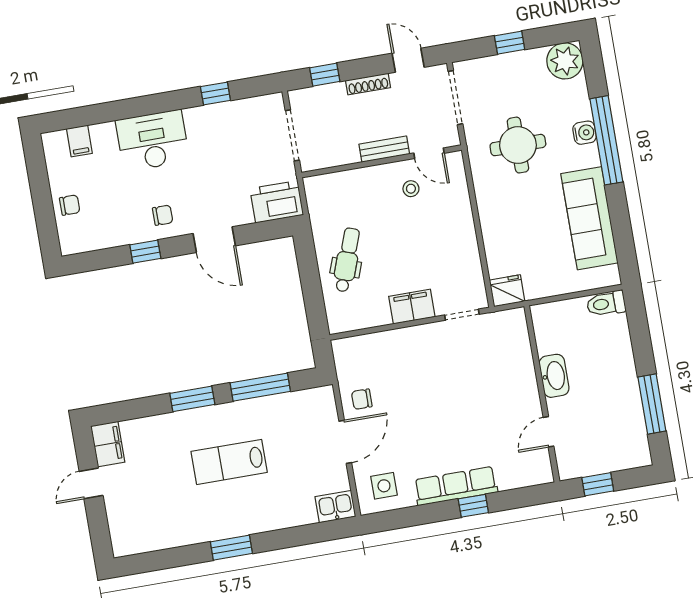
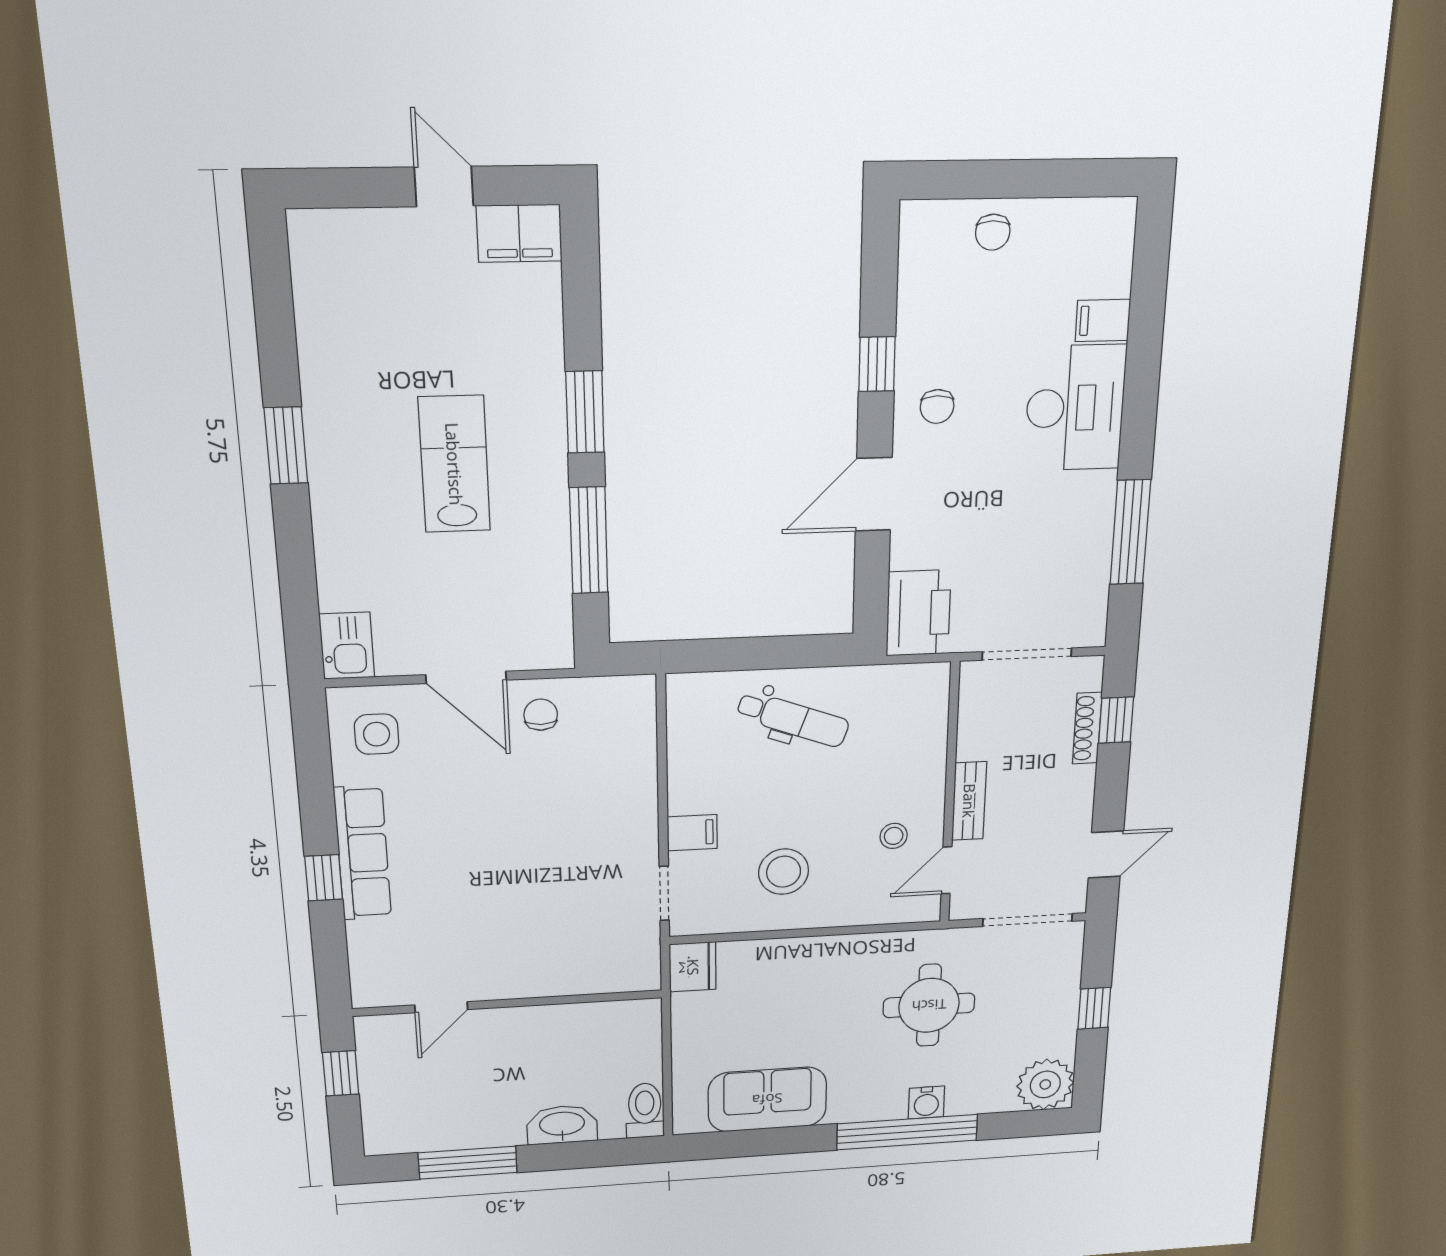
shoe rack: (368, 84) -> (1087, 728), moved
window: (215, 93) -> (1130, 532), width x2.17
filing cabinet: (79, 141) -> (1103, 320), moved
sofa: (589, 218) -> (767, 1099), width x0.73
stool: (441, 248) -> (784, 872), added
filing cabinet: (412, 307) -> (692, 833), width x0.50
washbasin: (554, 376) -> (562, 1125), moved, turned 180
door: (548, 432) -> (441, 1007), swing flipped

